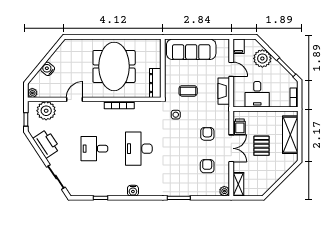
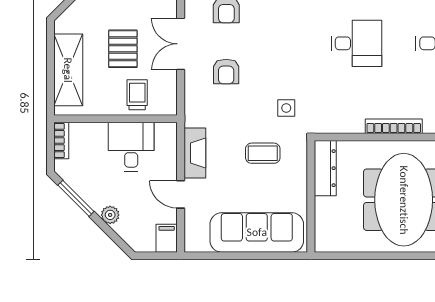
plant: (262, 58) -> (110, 215), width x0.53, depth x0.53
trolley: (240, 127) -> (137, 95), moved
desk: (139, 149) -> (356, 43), width x0.73

